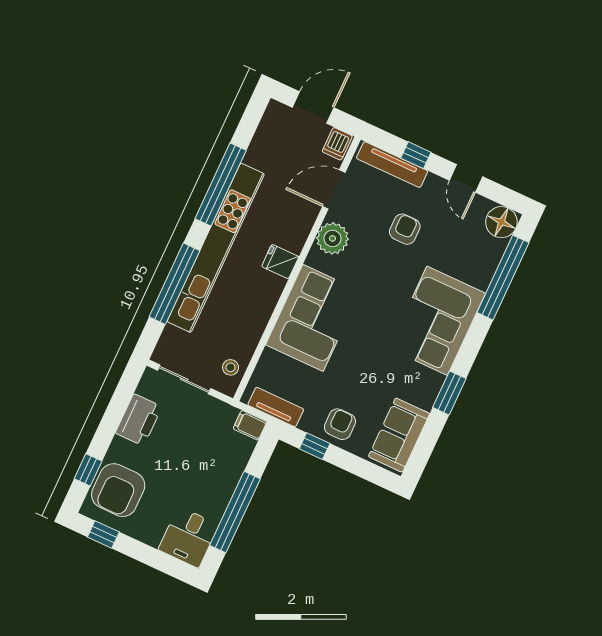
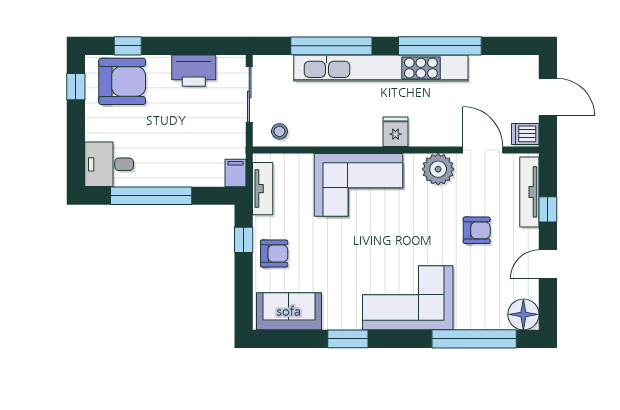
armchair: (118, 490) -> (122, 81), turned 180

